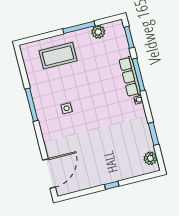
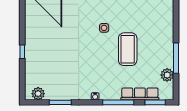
coffee table: (58, 56) -> (128, 49), moved
row of seats: (130, 77) -> (140, 94), moved

